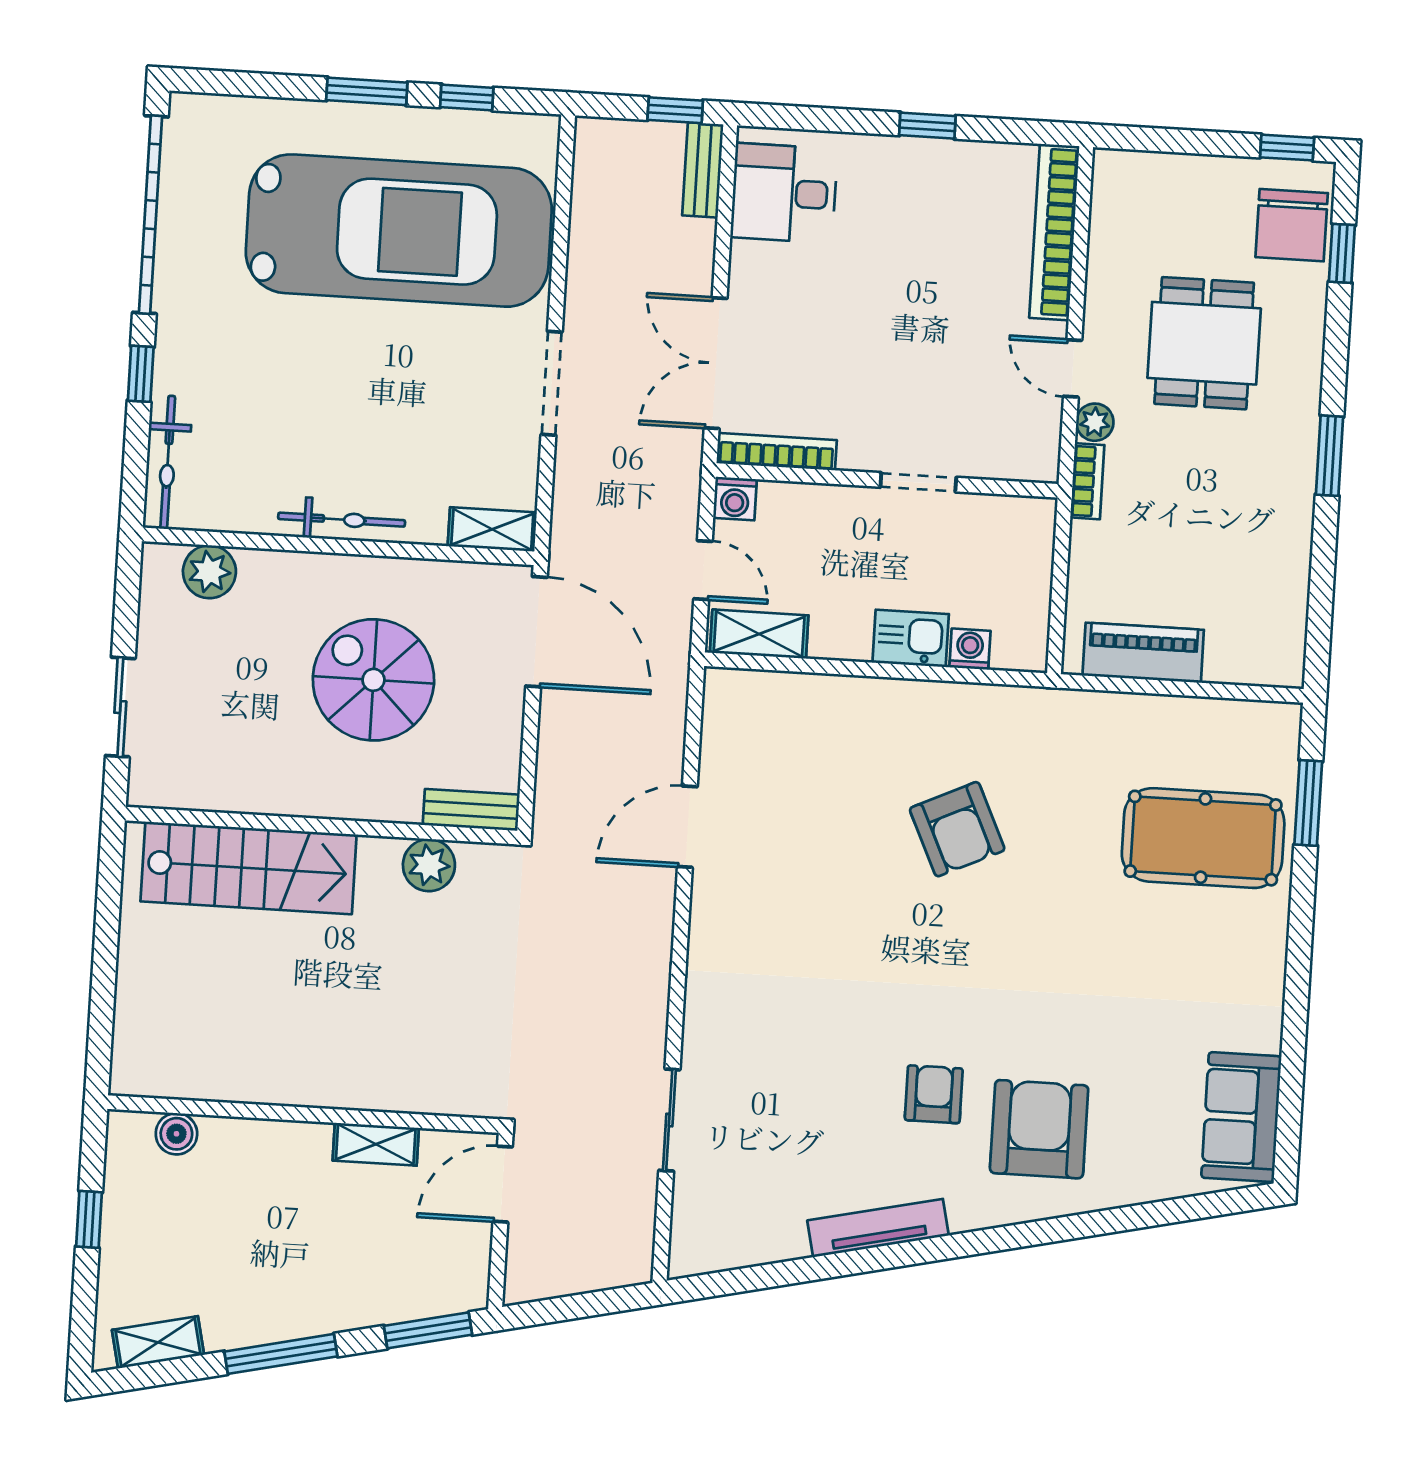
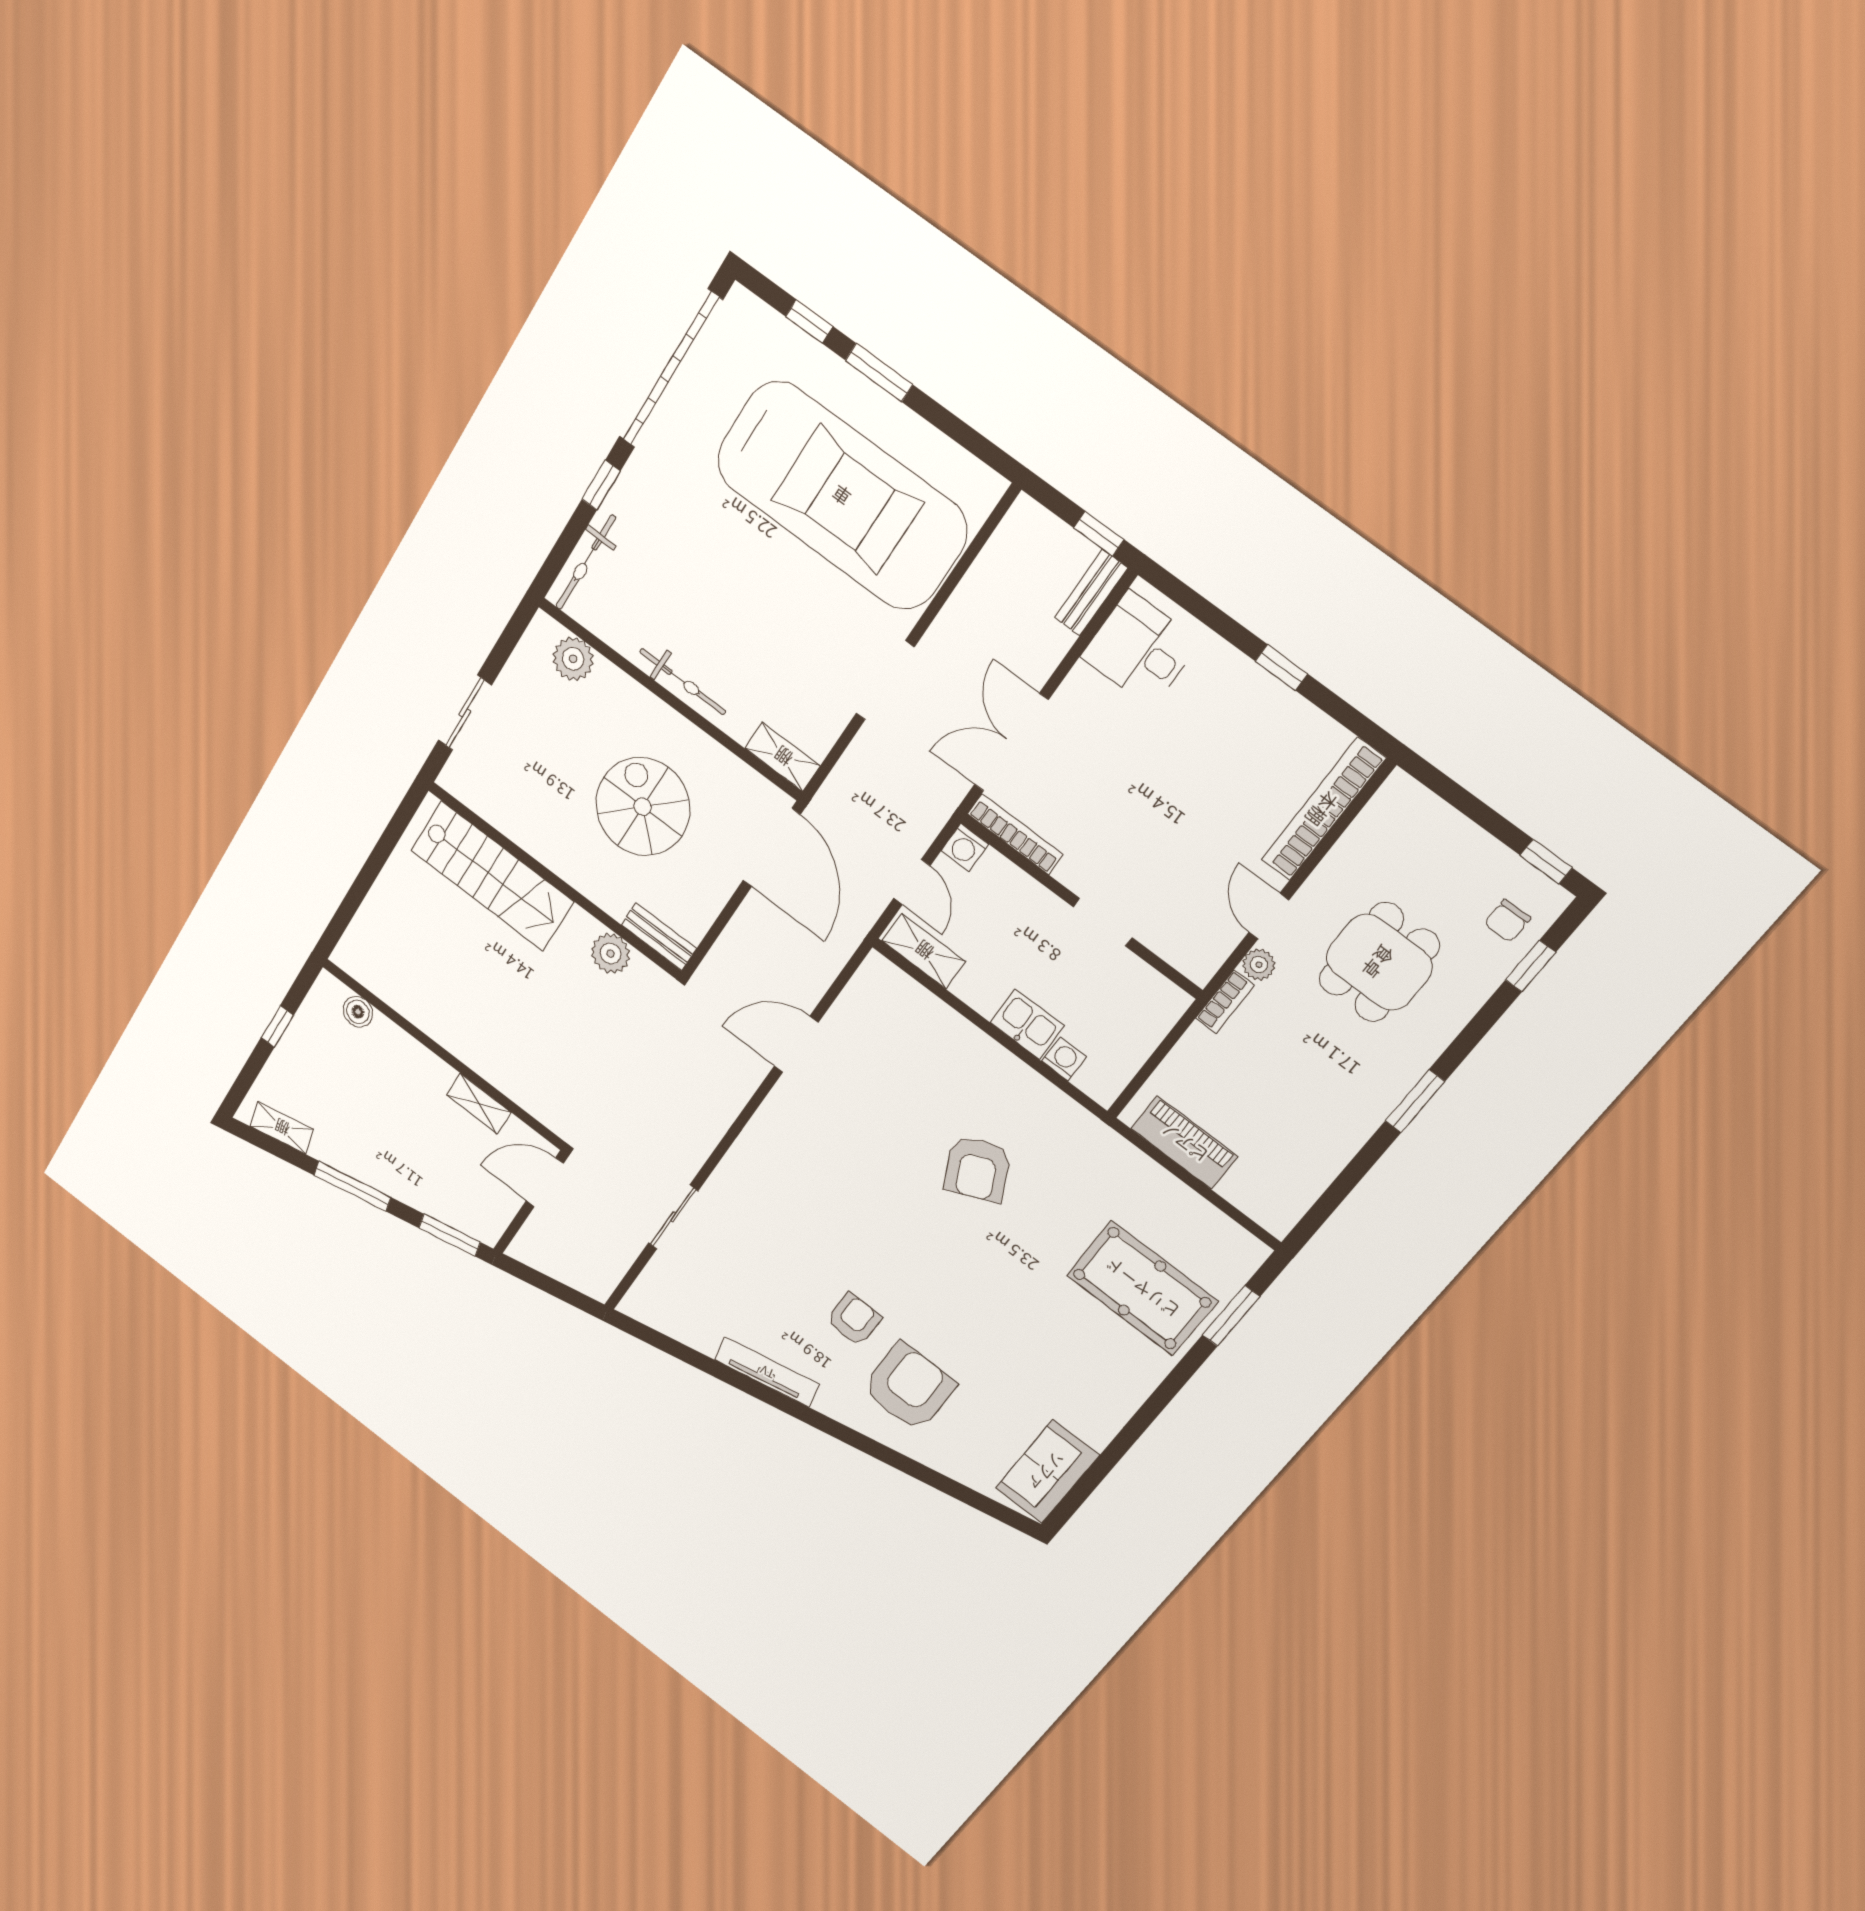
window: (467, 97) -> (809, 321), moved
chair: (1292, 225) -> (1507, 921), width x0.54, depth x0.54

